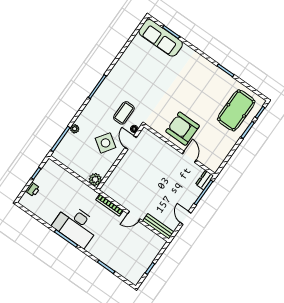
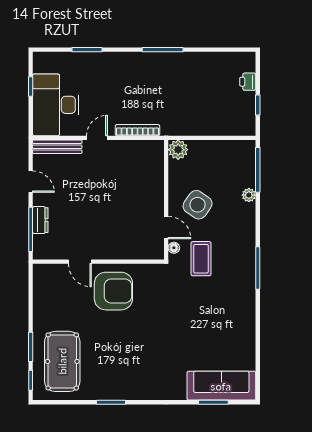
dresser: (205, 180) -> (40, 220), moved
desk: (76, 225) -> (56, 105), moved, turned -90

